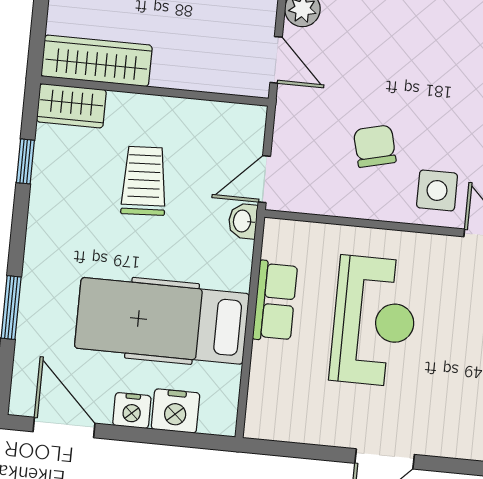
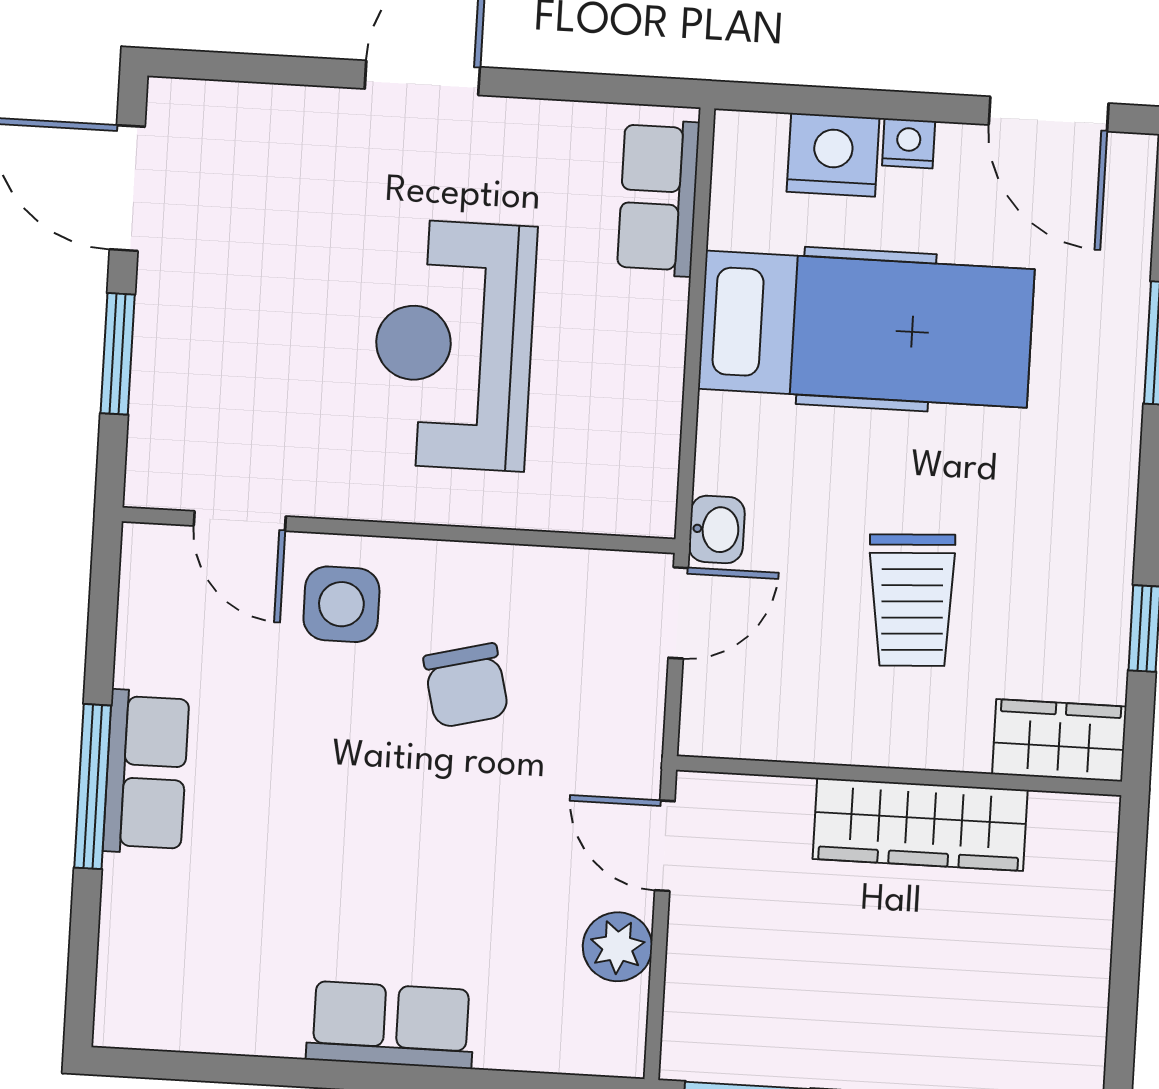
wardrobe: (97, 61) -> (920, 824), moved
row of seats: (275, 301) -> (658, 198), moved
nightstand: (132, 411) -> (909, 143), width x0.72, depth x0.74

